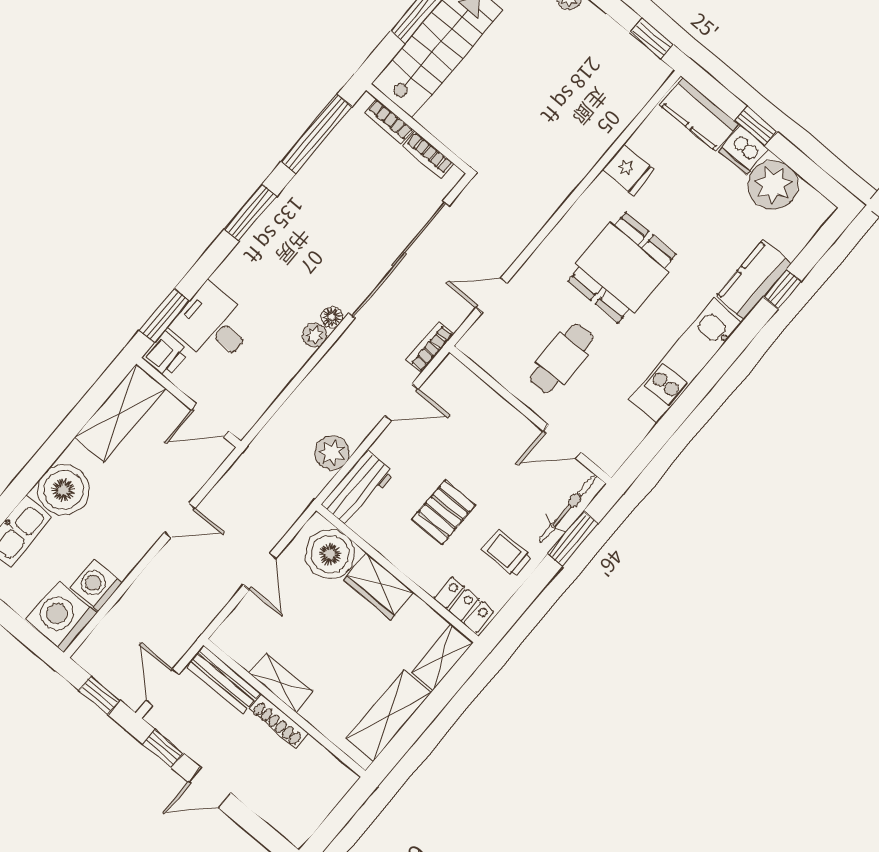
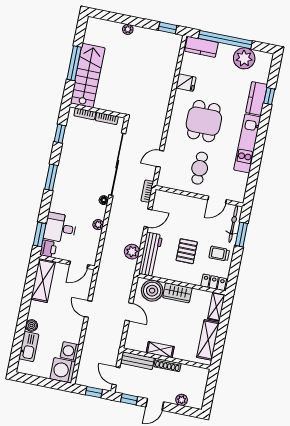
window: (756, 126) -> (225, 40), width x3.17
window: (316, 134) -> (60, 134), width x0.46
dishwasher: (743, 150) -> (226, 51), removed
plant: (315, 335) -> (98, 225), moved
workbench: (358, 489) -> (150, 254), width x1.37
boiler: (64, 490) -> (31, 326), width x0.54, depth x0.54
door: (180, 520) -> (88, 309), swing flipped
plant: (269, 808) -> (182, 400), added

